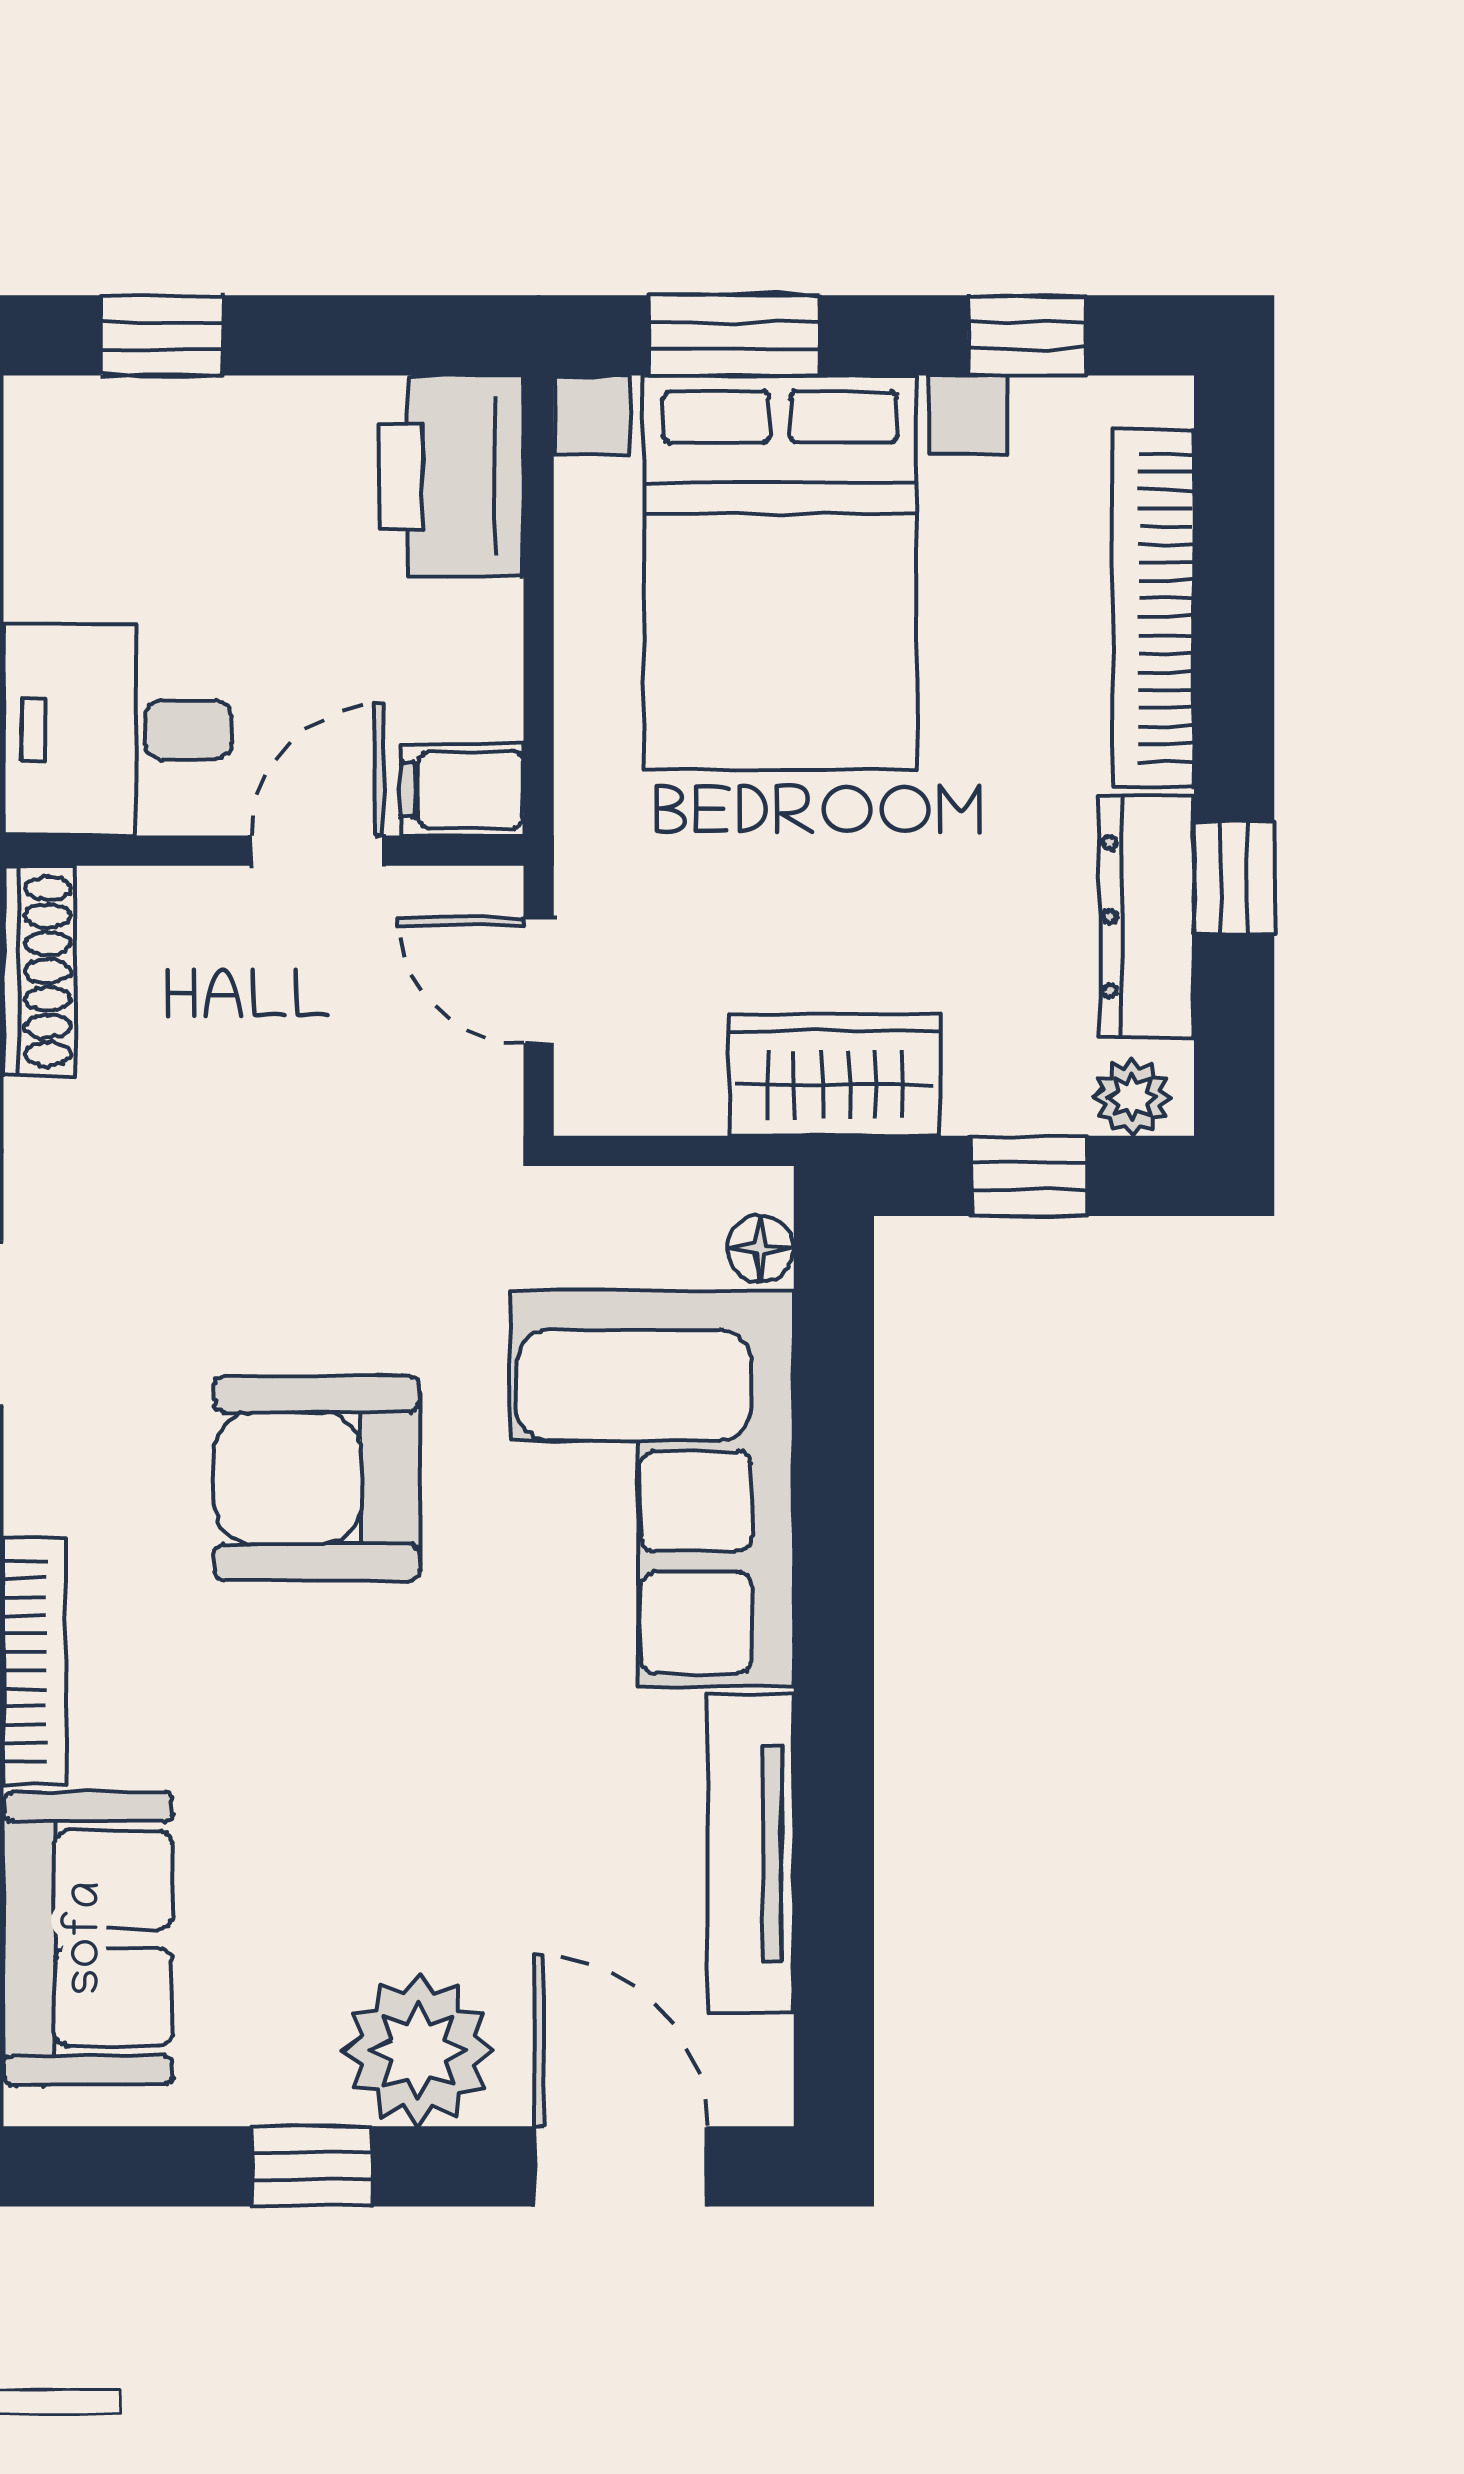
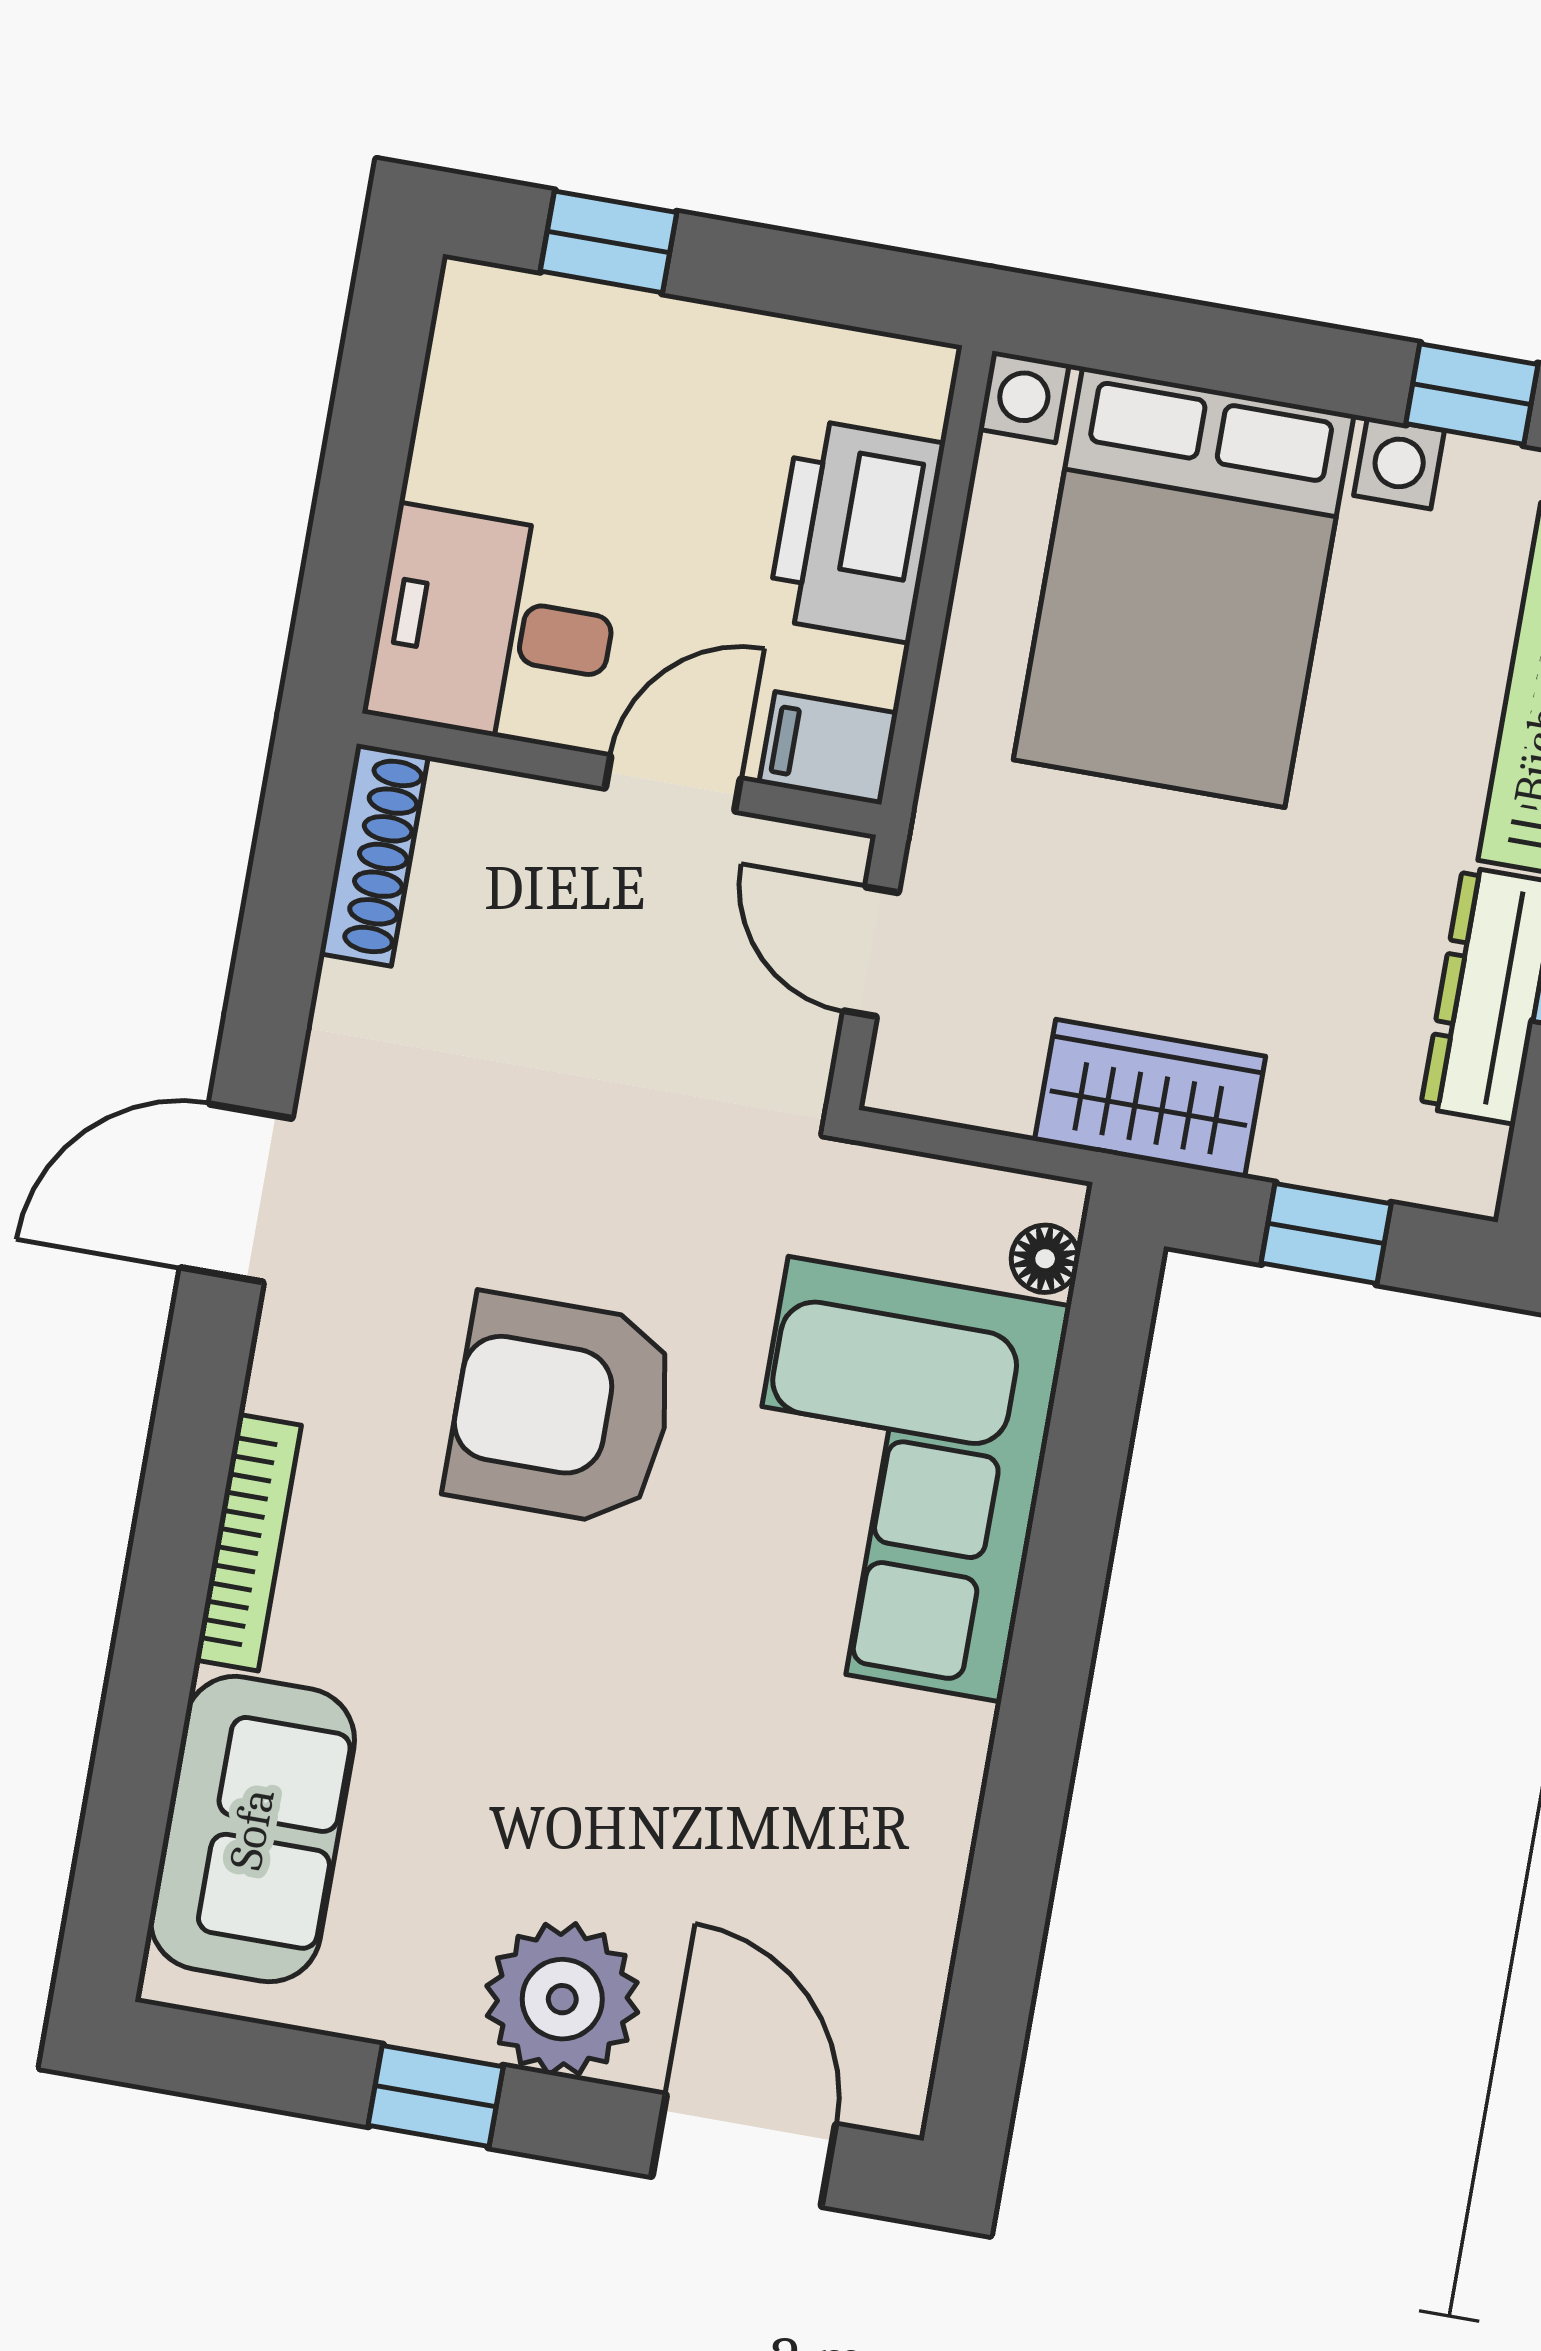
window: (734, 335) -> (1180, 343), removed
printer: (451, 476) -> (855, 531), moved
plant: (1132, 1097) -> (1442, 1173), removed
tv unit: (751, 1854) -> (929, 1861), removed

